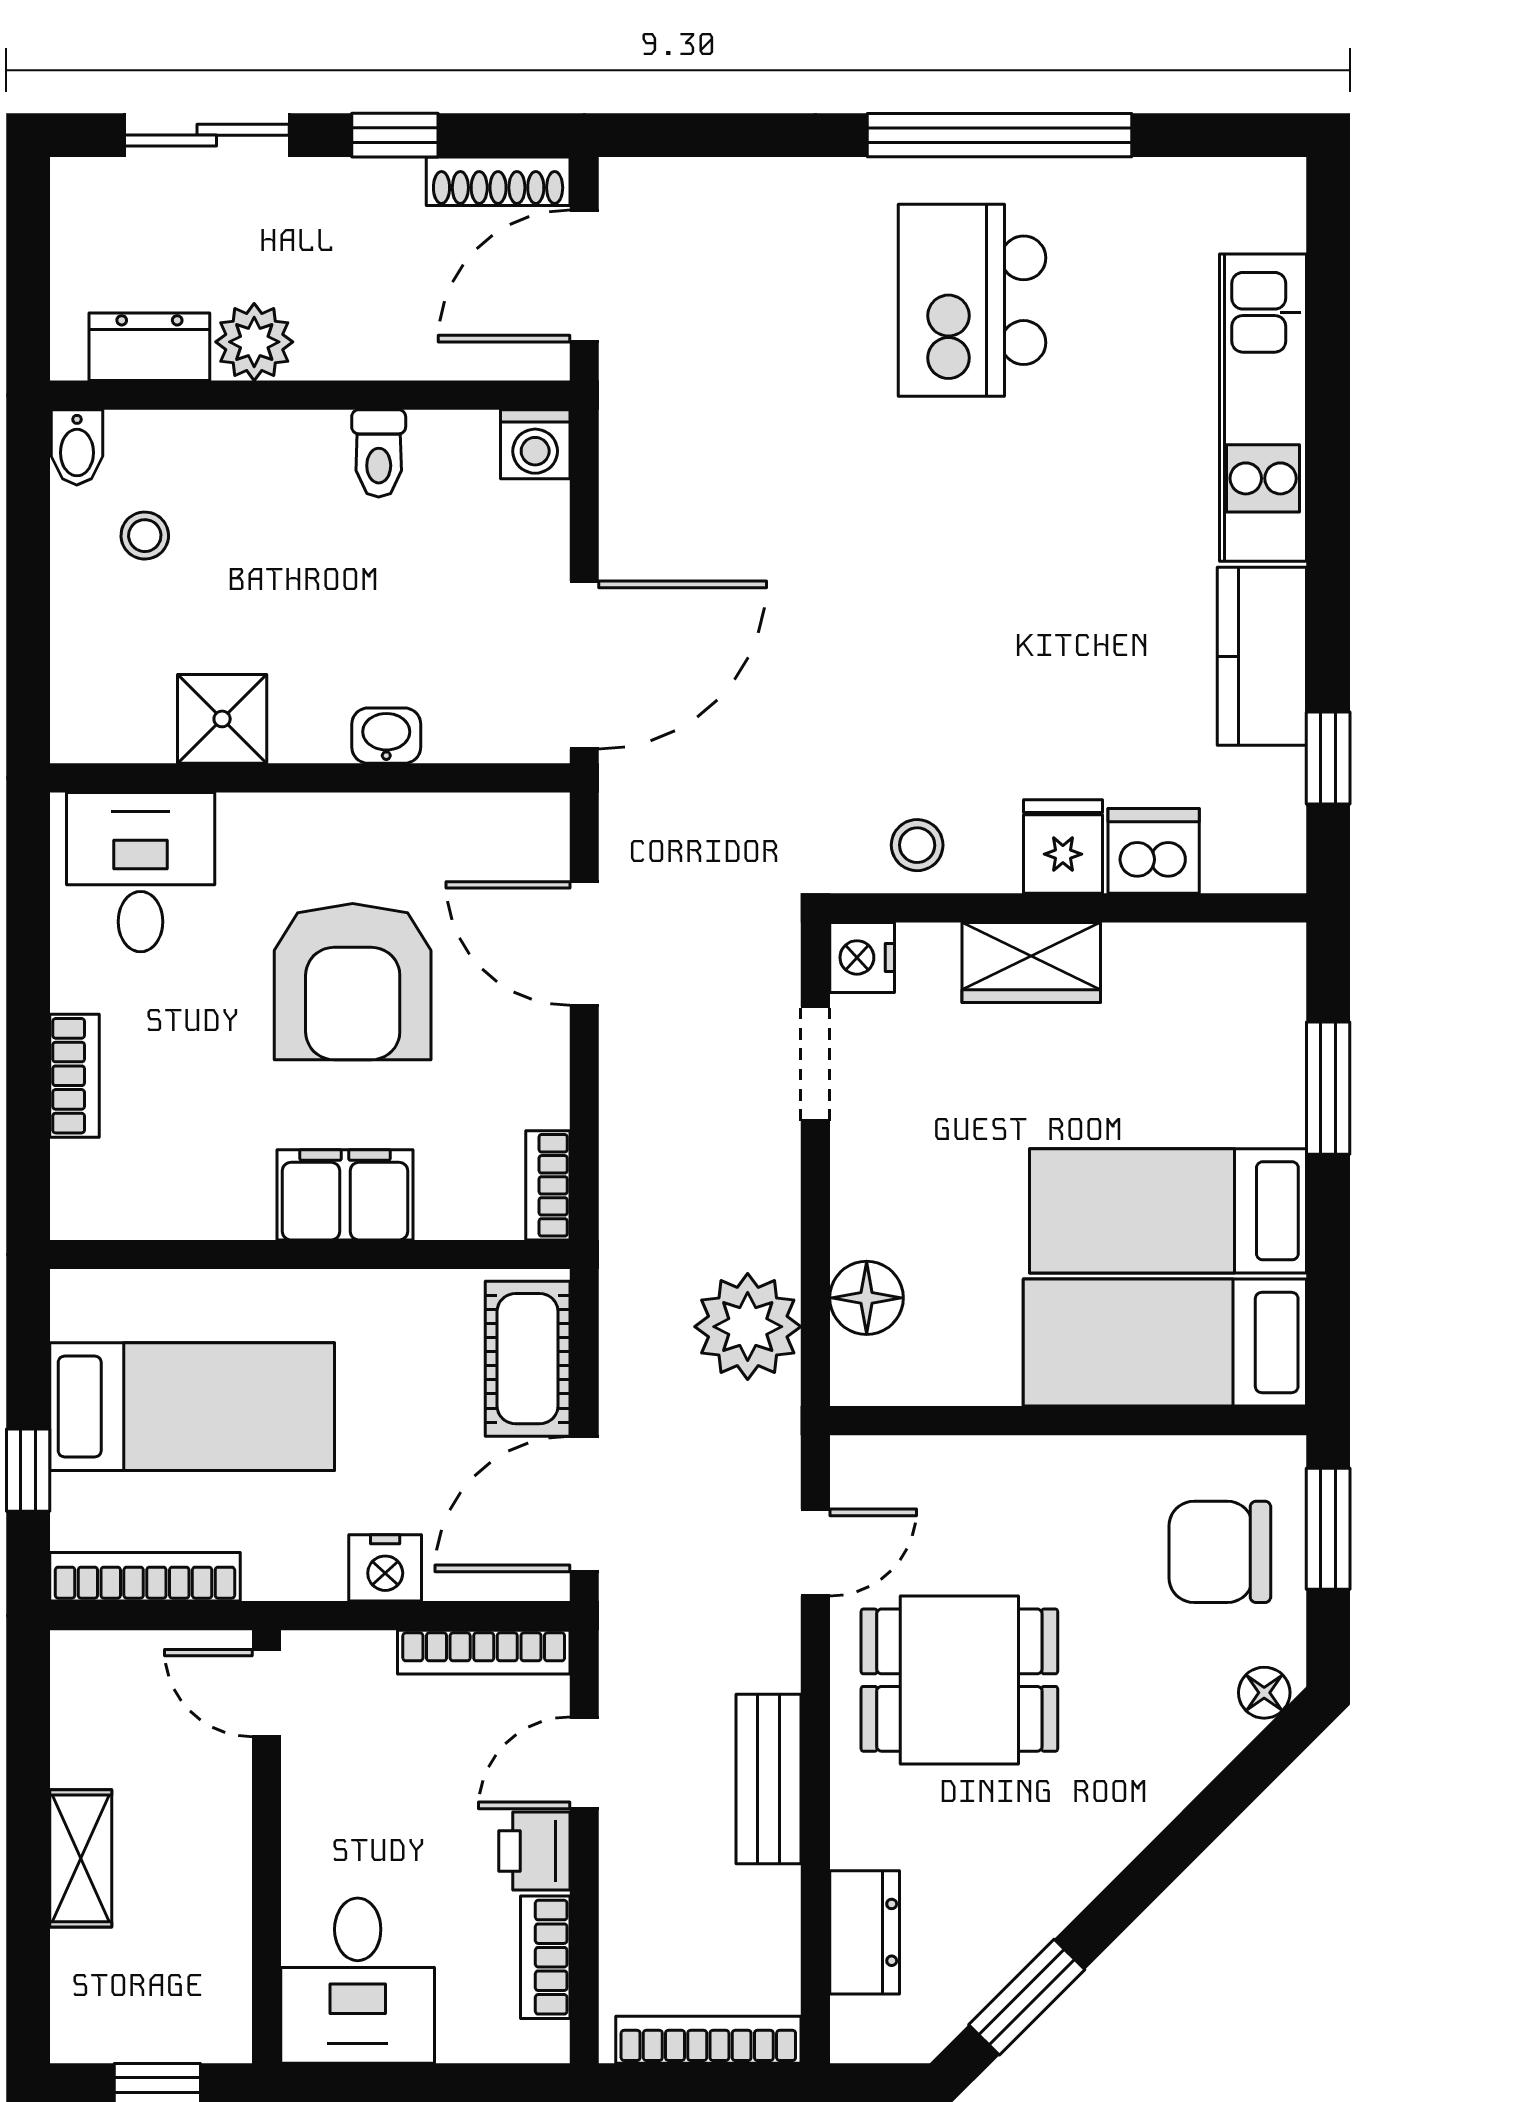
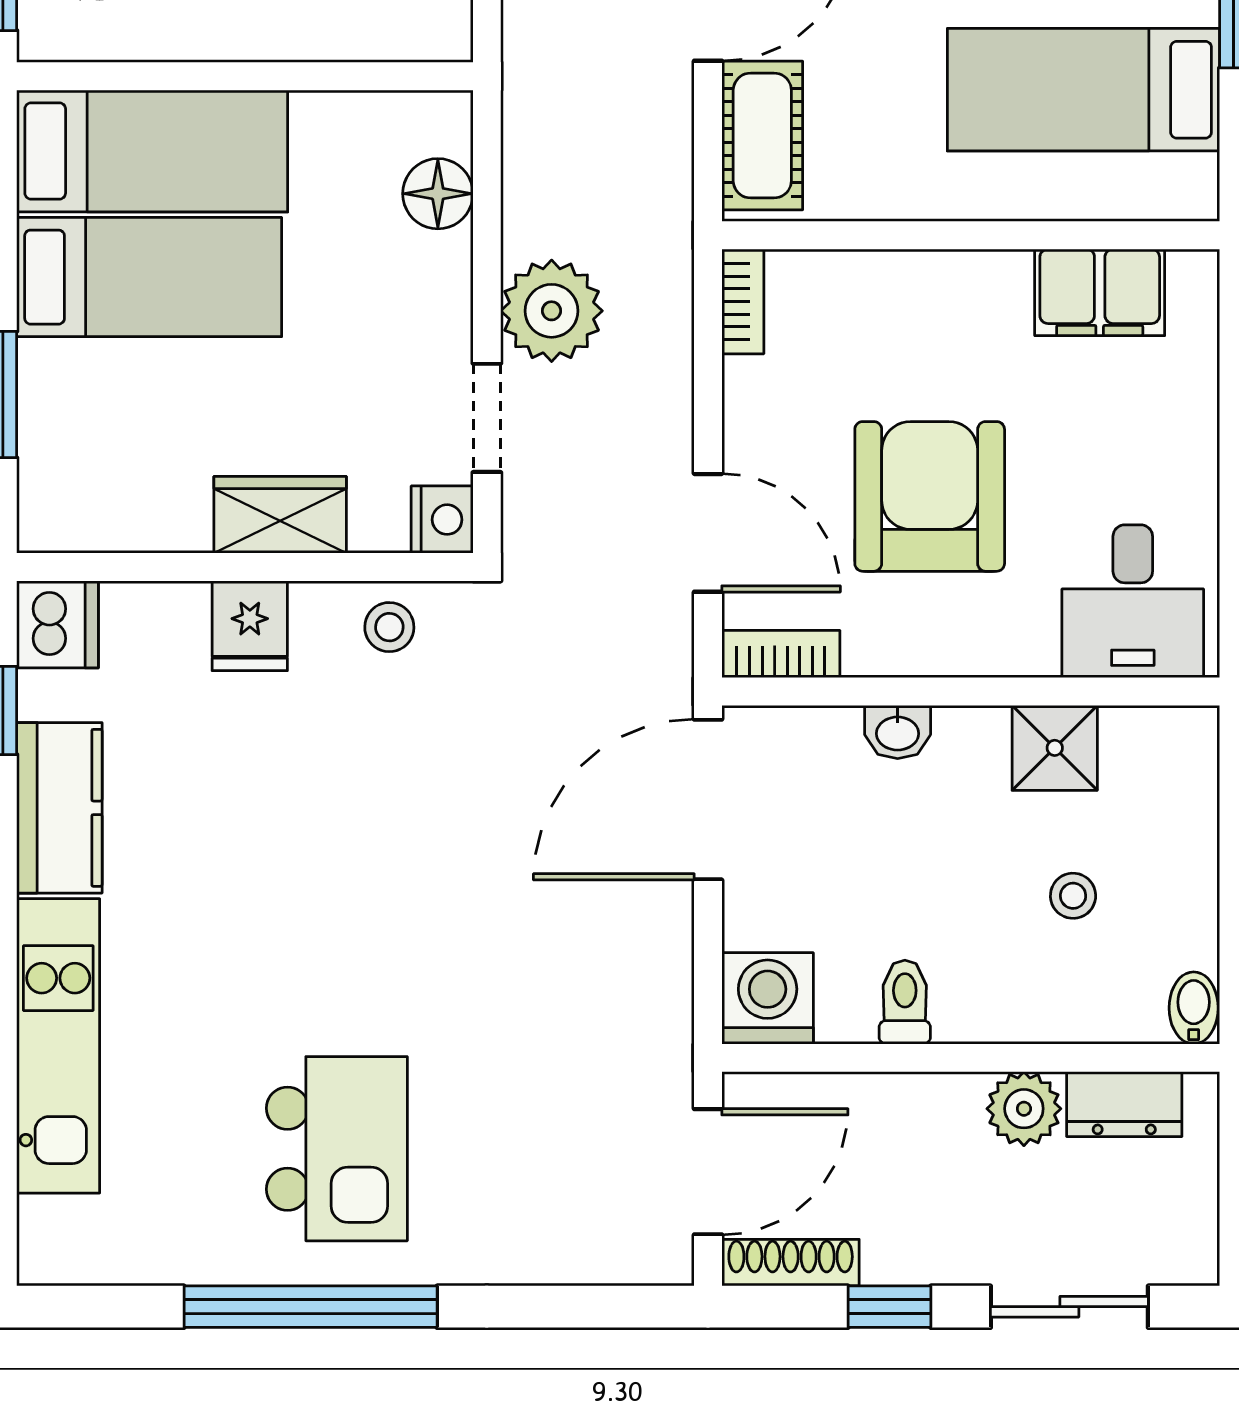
washing machine: (535, 444) -> (768, 998), width x1.38, depth x1.38
stool: (145, 536) -> (1073, 896), moved
dishwasher: (1154, 851) -> (58, 624), moved, turned -90
bookcase: (74, 1076) -> (781, 654), moved, turned 90
filing cabinet: (345, 1195) -> (1100, 292), moved
plant: (748, 1327) -> (552, 311), moved

